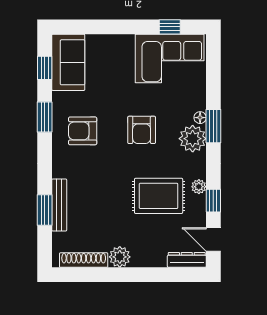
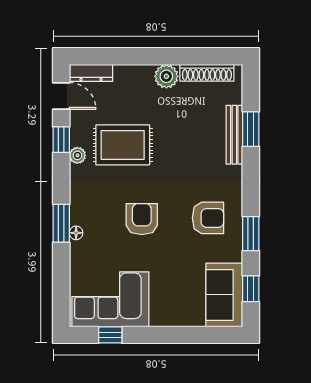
plant: (193, 139) -> (85, 209), removed

